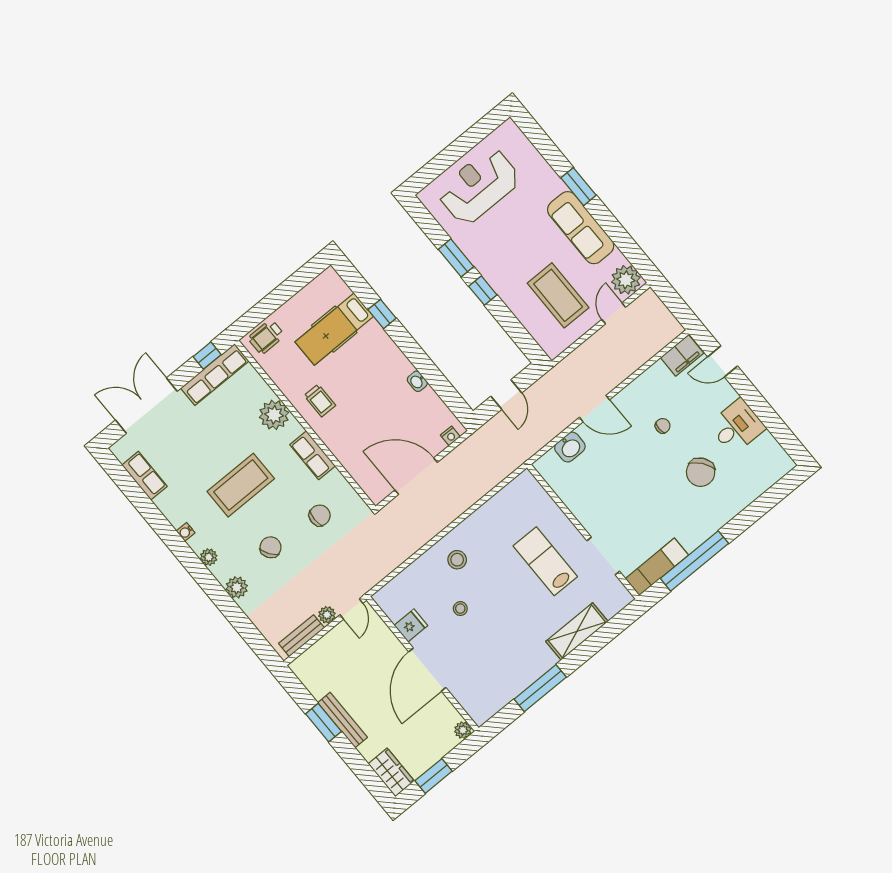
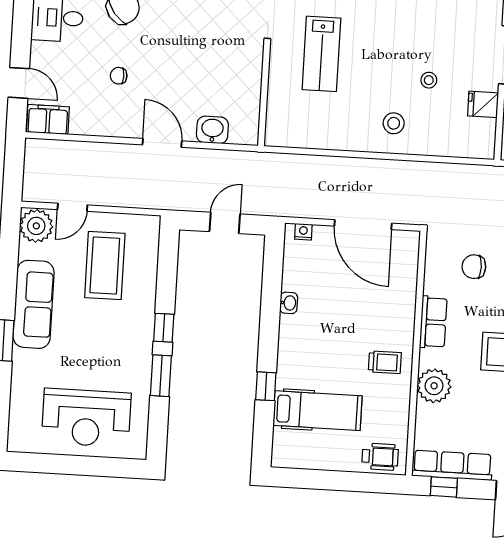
trolley: (320, 401) -> (385, 362), turned 90

